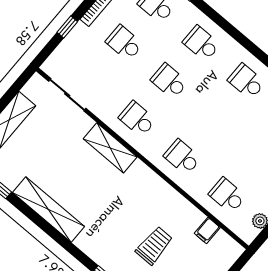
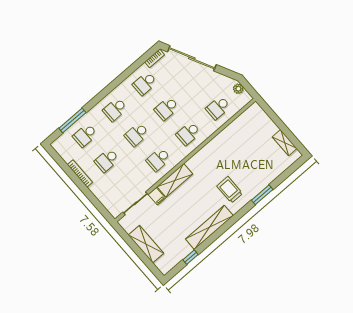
window: (67, 27) -> (91, 196), removed
school desk: (214, 119) -> (167, 109), added
filing cabinet: (207, 230) -> (157, 196), moved
trolley: (154, 245) -> (230, 190), moved

